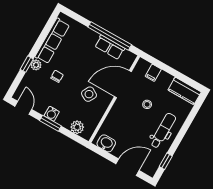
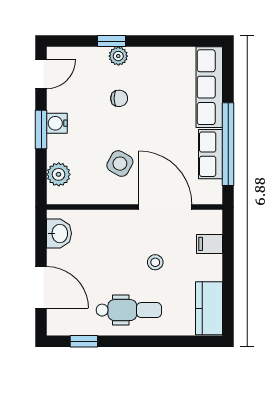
row of seats: (52, 41) -> (209, 87), moved, turned 90

